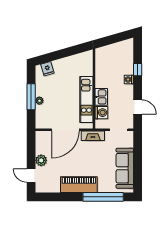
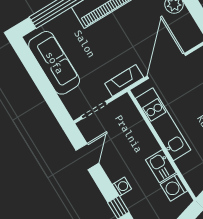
kitchen sink: (101, 97) -> (161, 166), moved
door: (138, 107) -> (87, 157), swing flipped
washing machine: (101, 113) -> (174, 188), moved

